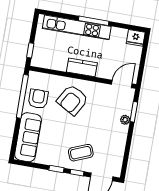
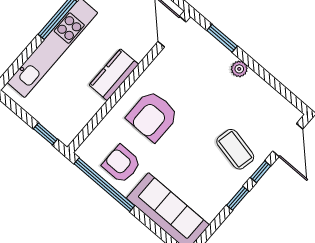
armchair: (72, 100) -> (153, 116), turned 60
plant: (125, 120) -> (239, 69), moved
coffee table: (81, 153) -> (235, 149), turned -56

